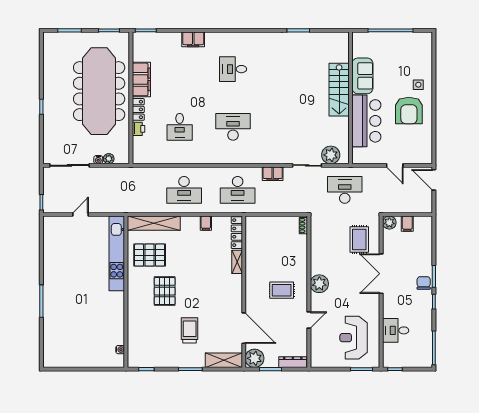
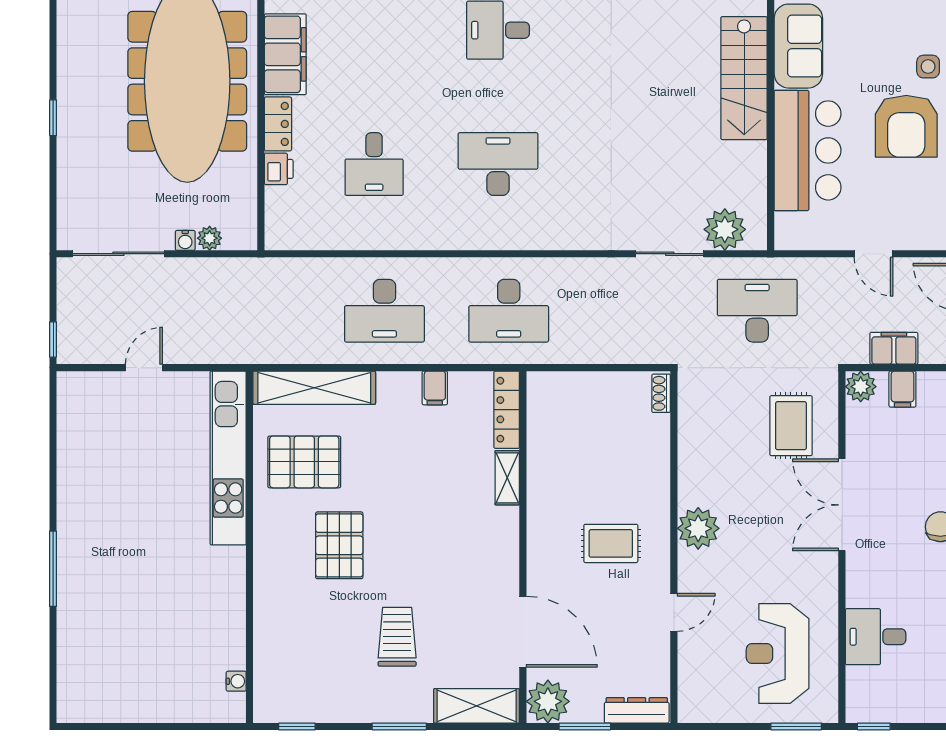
filing cabinet: (273, 174) -> (894, 348), moved, turned 180

